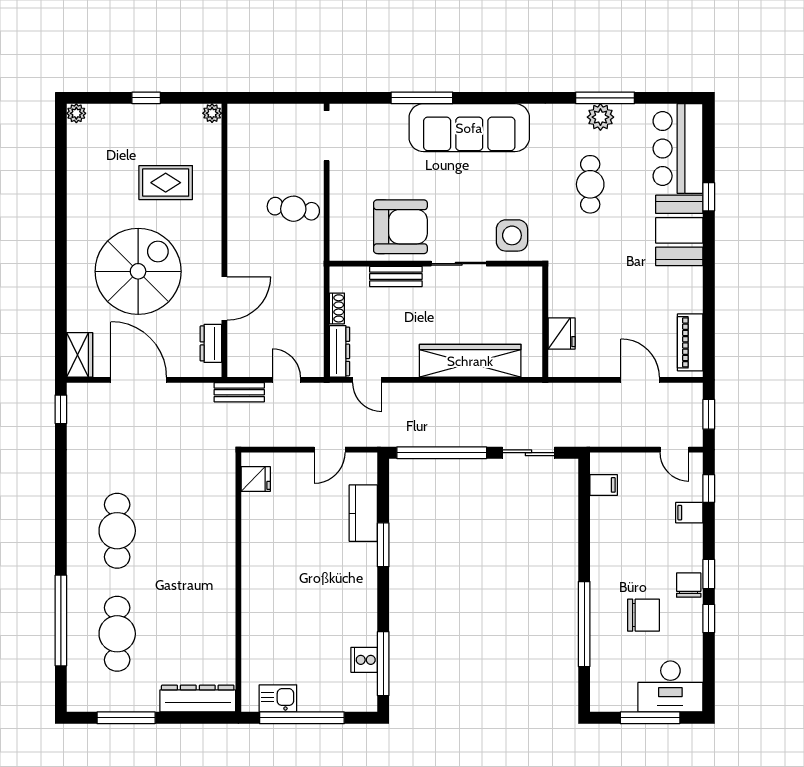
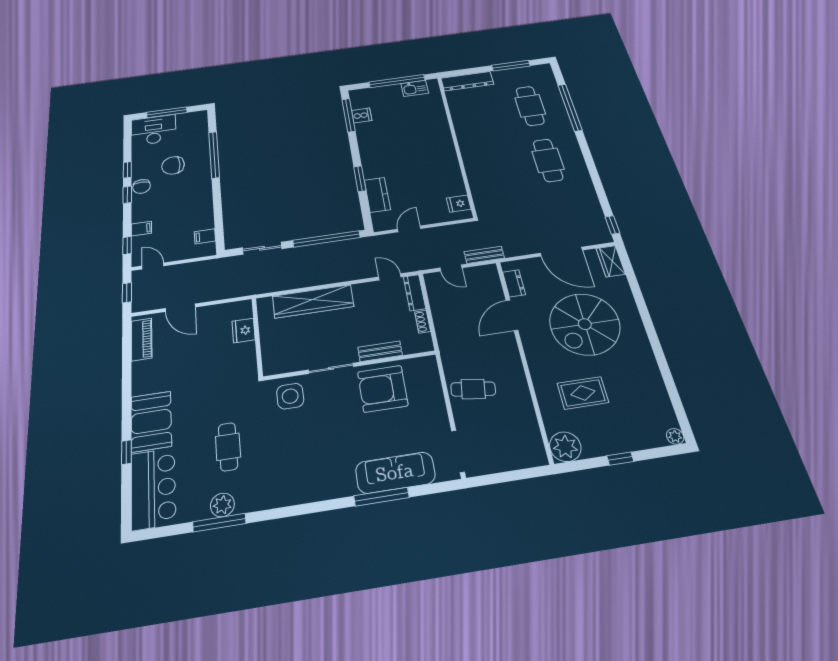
plant: (212, 113) -> (565, 447), width x1.88, depth x1.88
sofa: (469, 128) -> (395, 473), moved, width x0.74, depth x0.79

